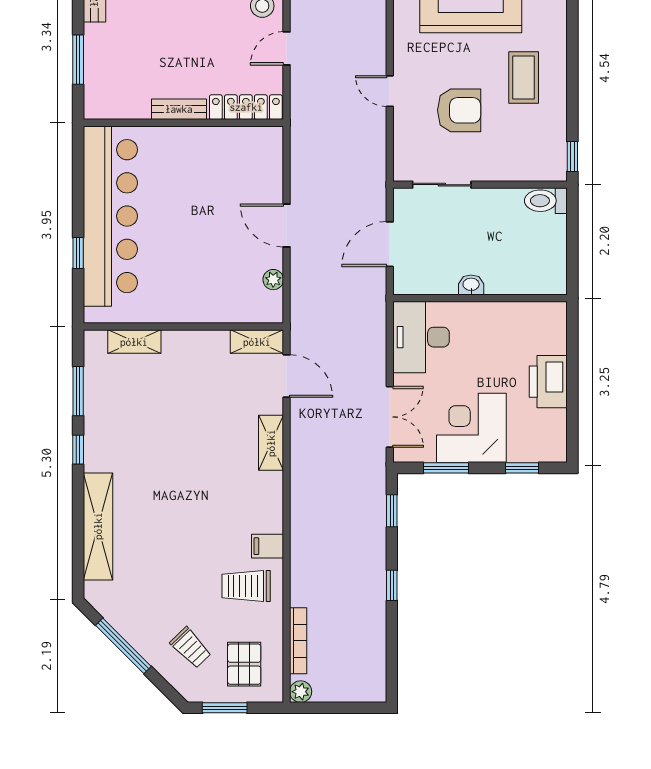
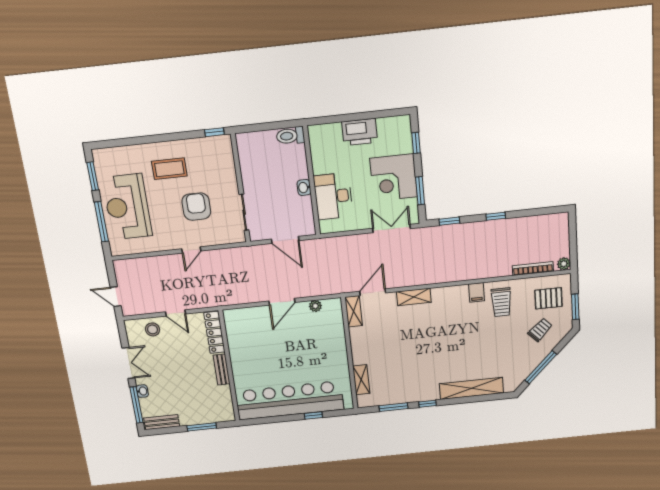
toilet: (546, 201) -> (290, 136), moved, turned 90
desk: (421, 337) -> (333, 196), moved, turned 90

